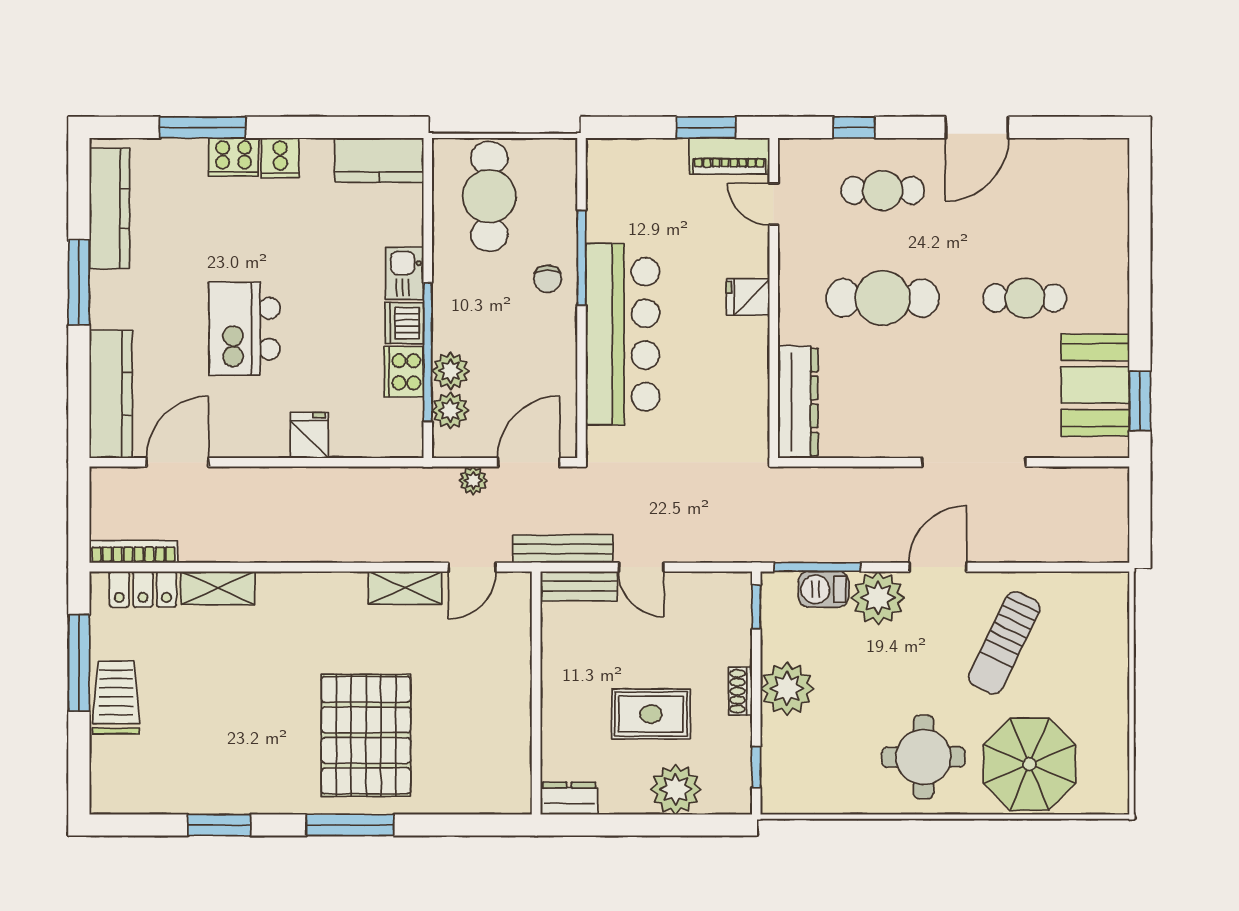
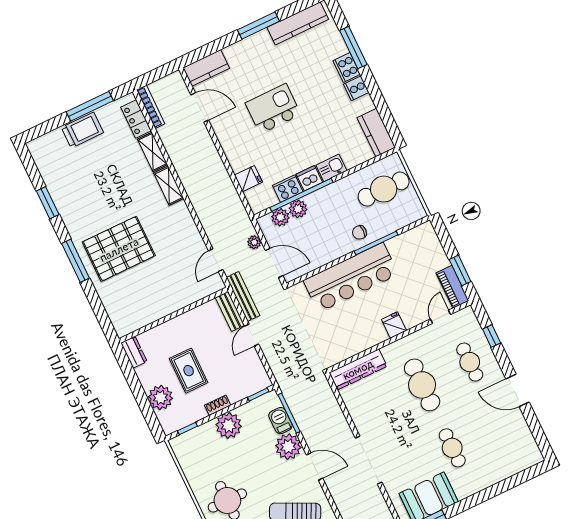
kitchen counter: (111, 394) -> (206, 68), width x0.67
fridge: (309, 435) -> (248, 179), moved
door: (472, 567) -> (216, 260), hinge flipped
shelving: (405, 588) -> (169, 186), moved

